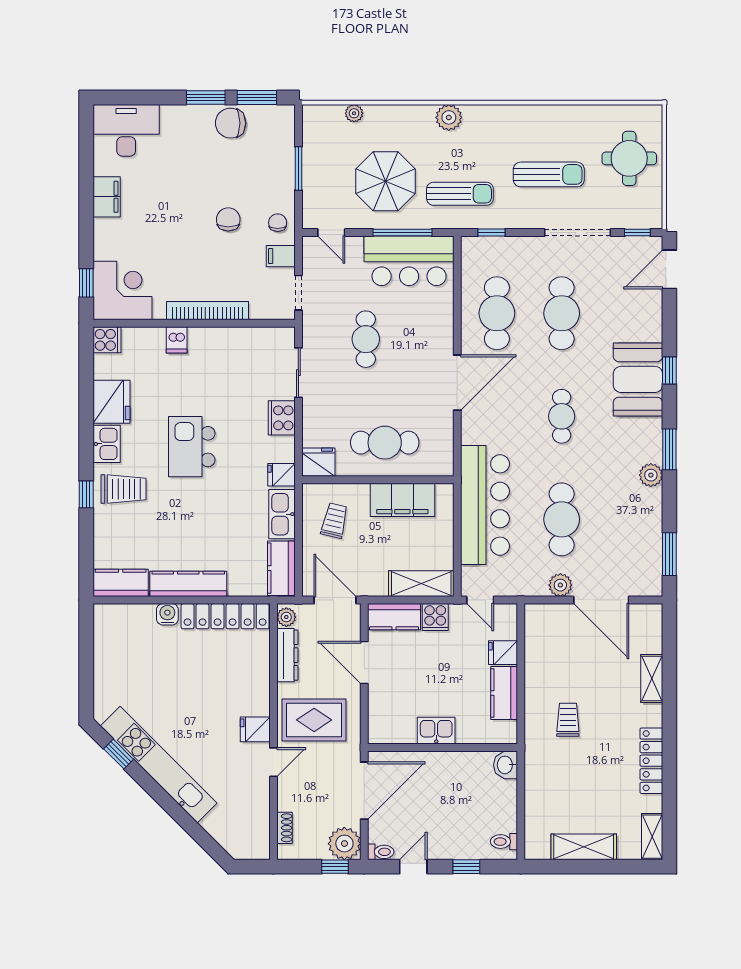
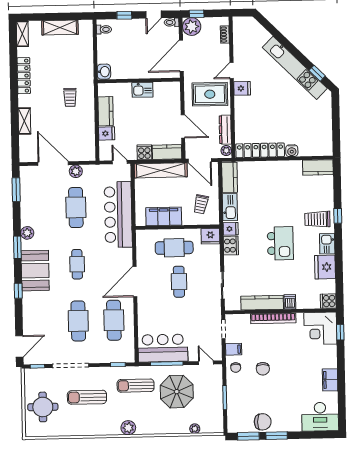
plant: (449, 117) -> (128, 428), moved
cafe table: (366, 339) -> (179, 282), moved
booth: (638, 379) -> (35, 271), moved
cooker: (282, 418) -> (231, 246), moved
kitchen counter: (188, 584) -> (262, 303), moved, turned 180
shelving: (421, 584) -> (161, 170), width x1.47

